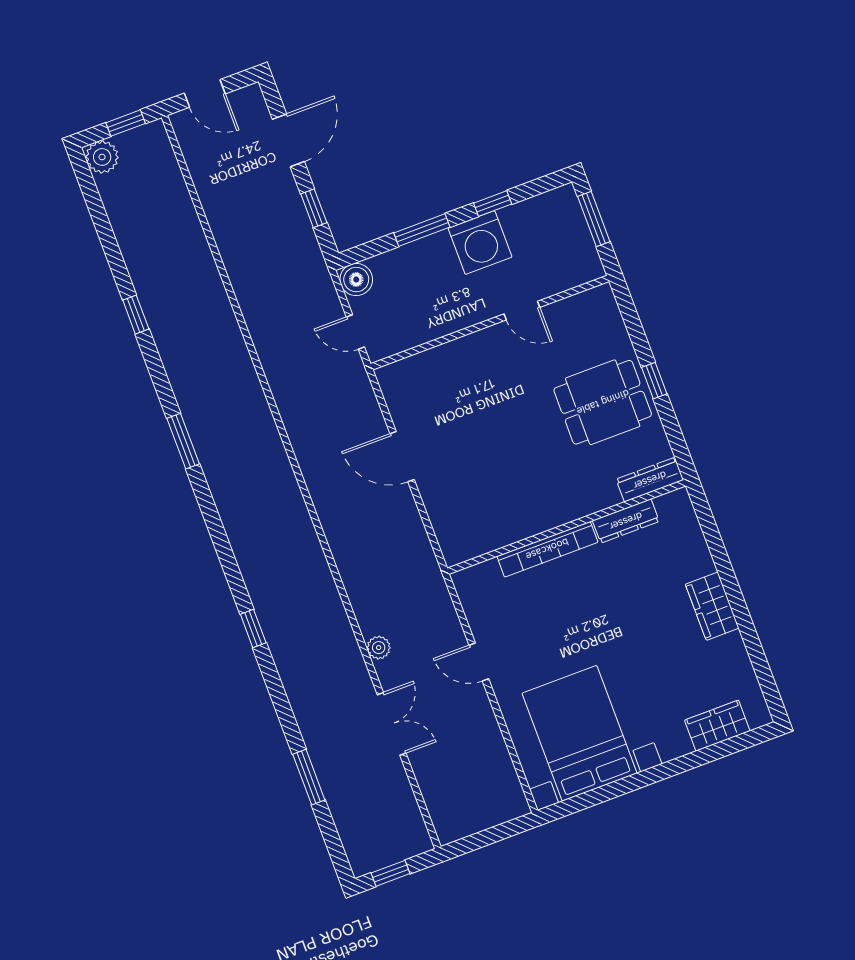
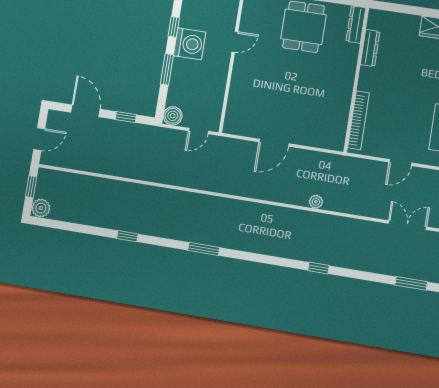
bookcase: (547, 549) -> (358, 120), moved
plant: (379, 648) -> (316, 202), moved

